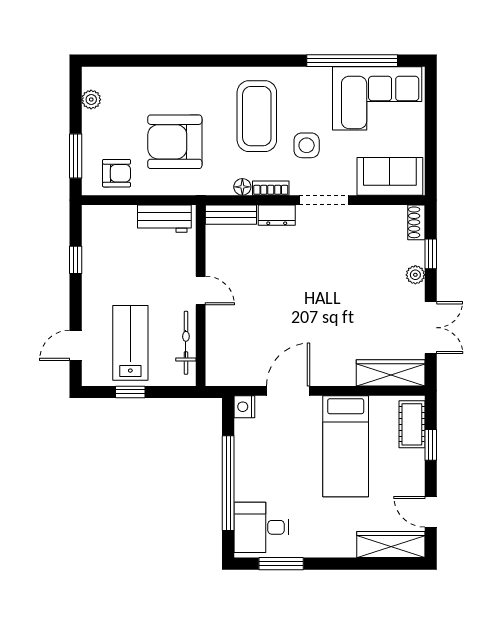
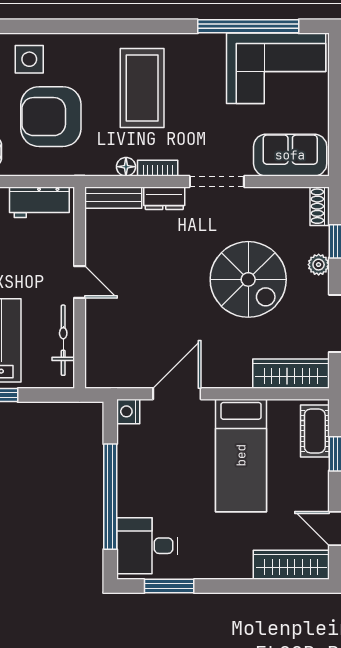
side table: (307, 145) -> (29, 59), moved
spiral stairs: (352, 288) -> (248, 279), added

